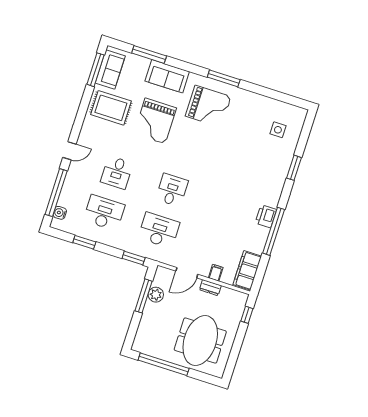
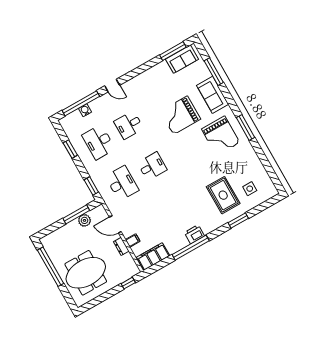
rug: (111, 108) -> (223, 195), moved
water cooler: (60, 213) -> (85, 110), moved
desk: (104, 213) -> (99, 142), turned 180

